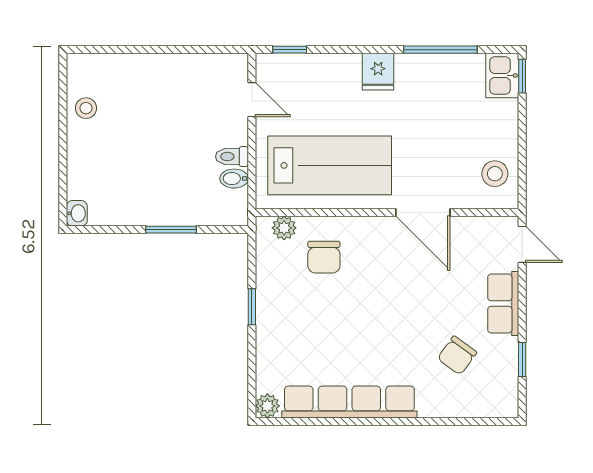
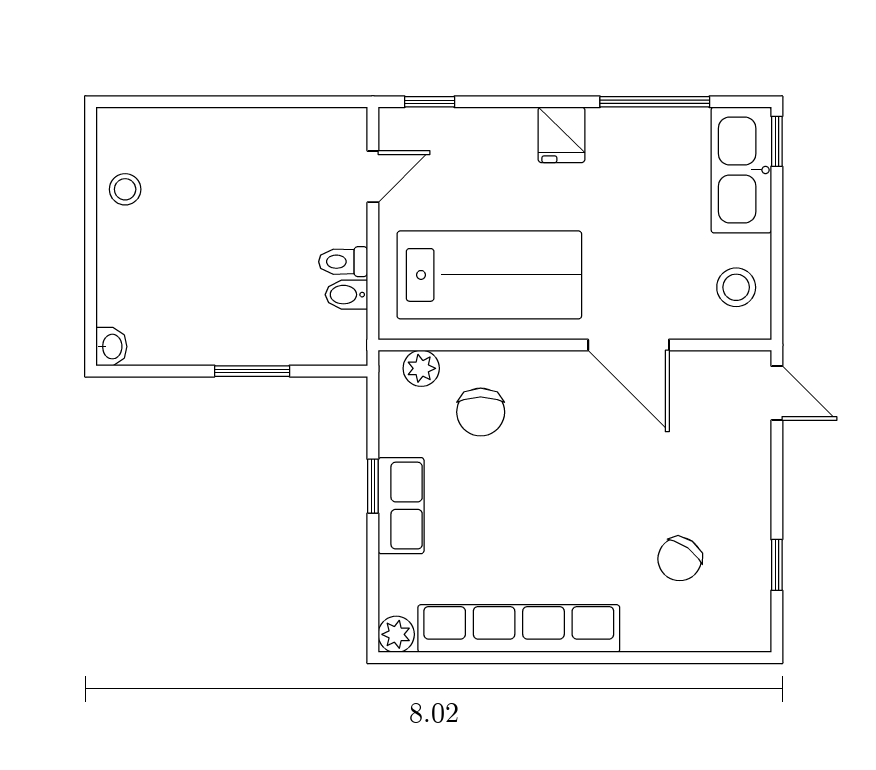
kitchen sink: (502, 75) -> (741, 170), width x1.88, depth x1.24
door: (252, 100) -> (373, 177), hinge flipped
row of seats: (503, 304) -> (401, 506), moved, turned 180

